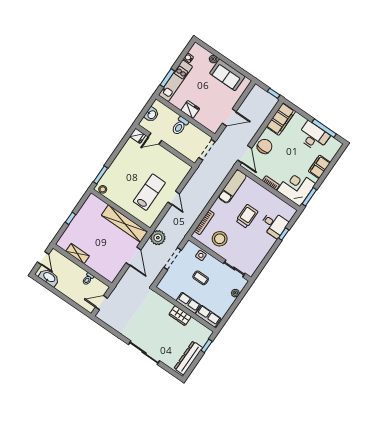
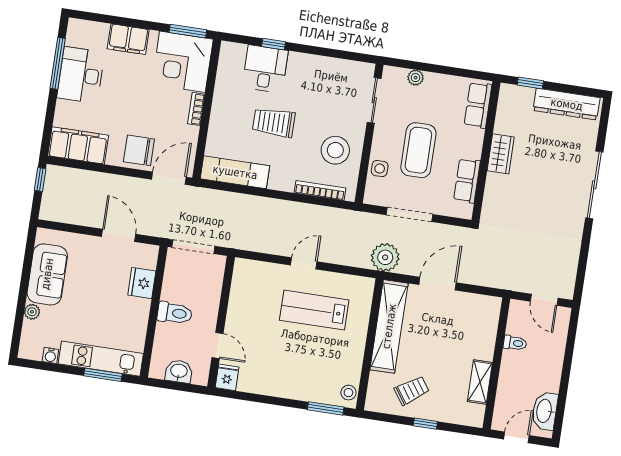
fridge: (190, 110) -> (142, 283), moved
trolley: (89, 220) -> (412, 390), added
coffee table: (201, 278) -> (418, 150), width x1.86, depth x1.72
row of seats: (188, 303) -> (467, 181), moved

